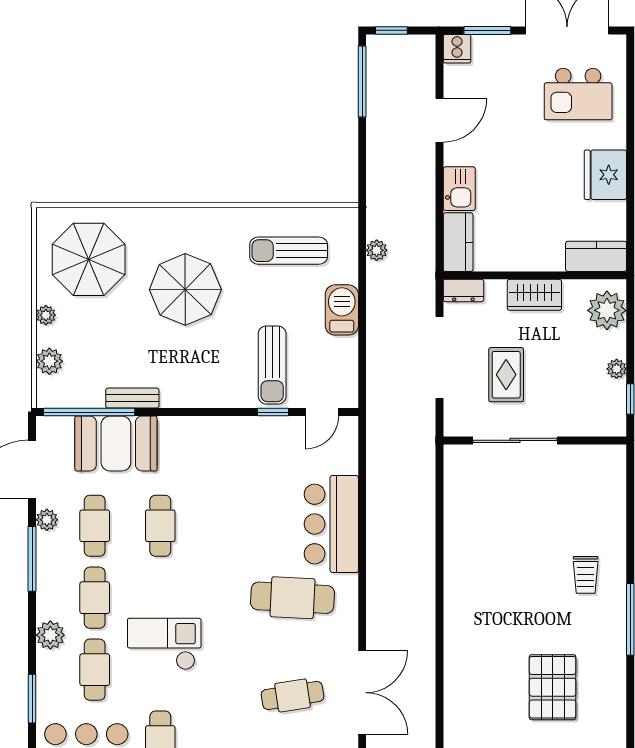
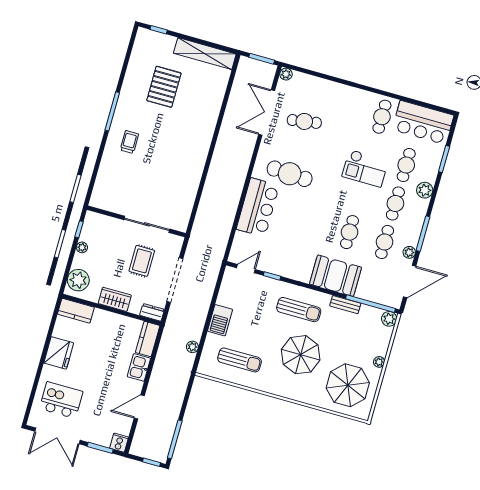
plant: (49, 361) -> (389, 319), moved
sun lounger: (272, 365) -> (299, 310), moved, turned 90
booth: (116, 443) -> (336, 276), moved

